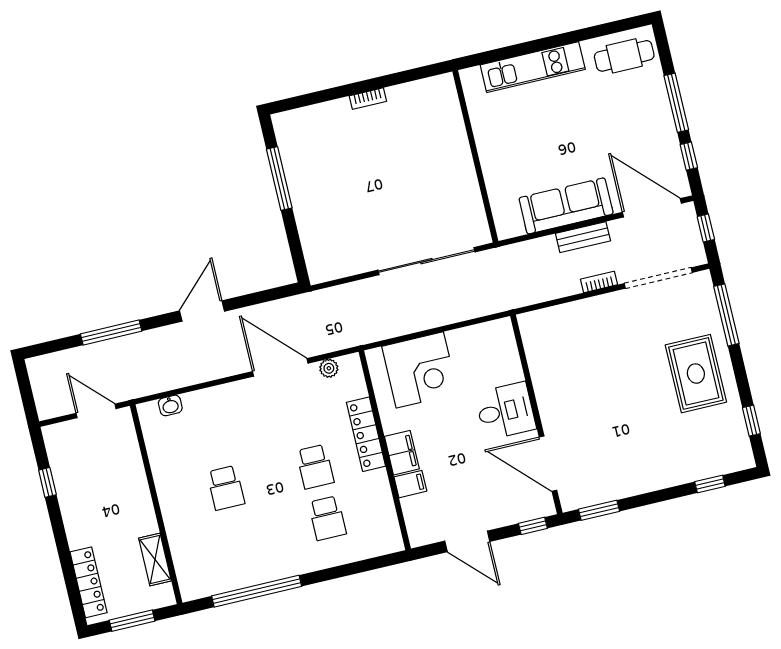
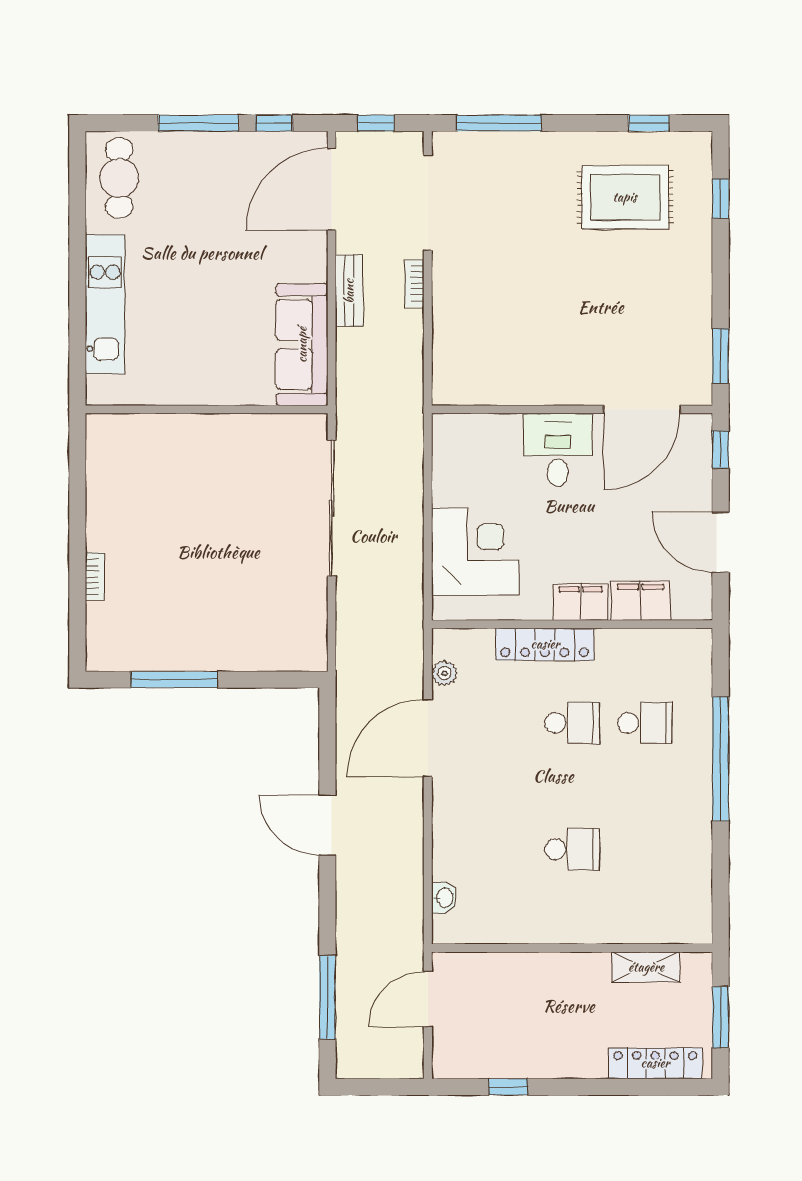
bookcase: (368, 99) -> (95, 577), moved
sofa: (566, 206) -> (302, 345), moved
window: (111, 333) -> (327, 997), moved
rug: (696, 374) -> (625, 197), moved
filing cabinet: (410, 484) -> (640, 601), width x2.00
door: (467, 541) -> (721, 542), swing flipped
window: (257, 591) -> (721, 759), moved

